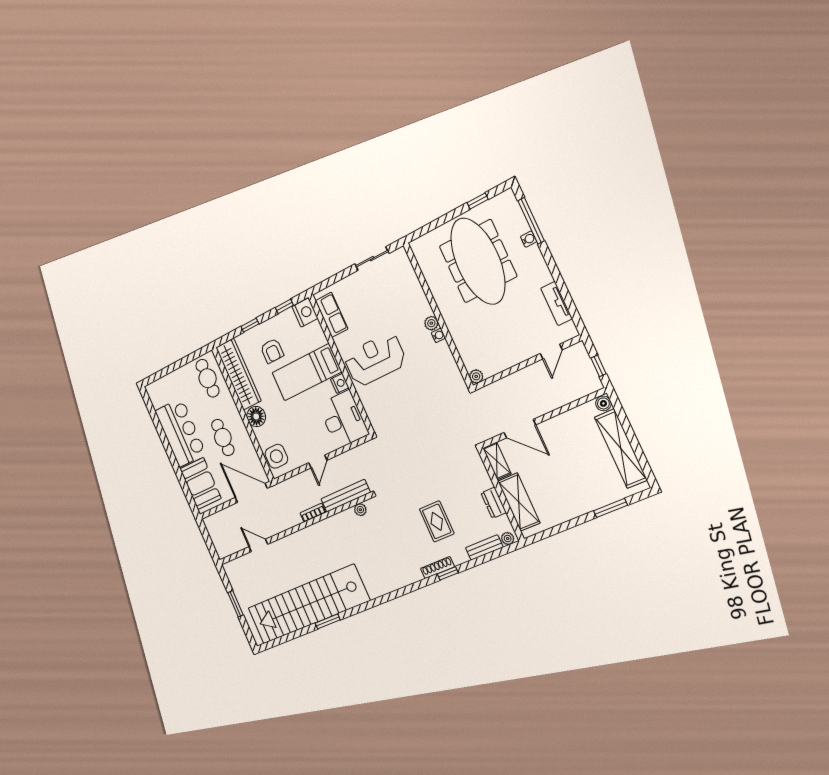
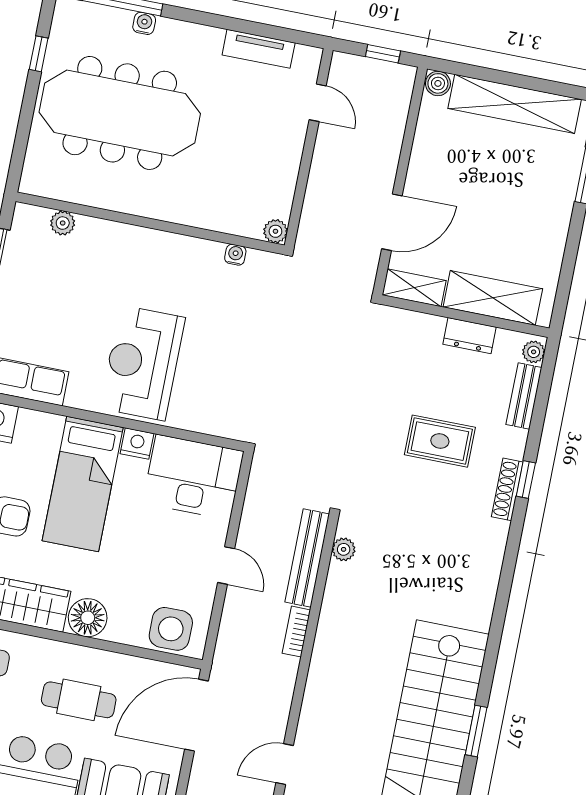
plant: (431, 323) -> (63, 223), moved
water cooler: (438, 335) -> (235, 255), moved

